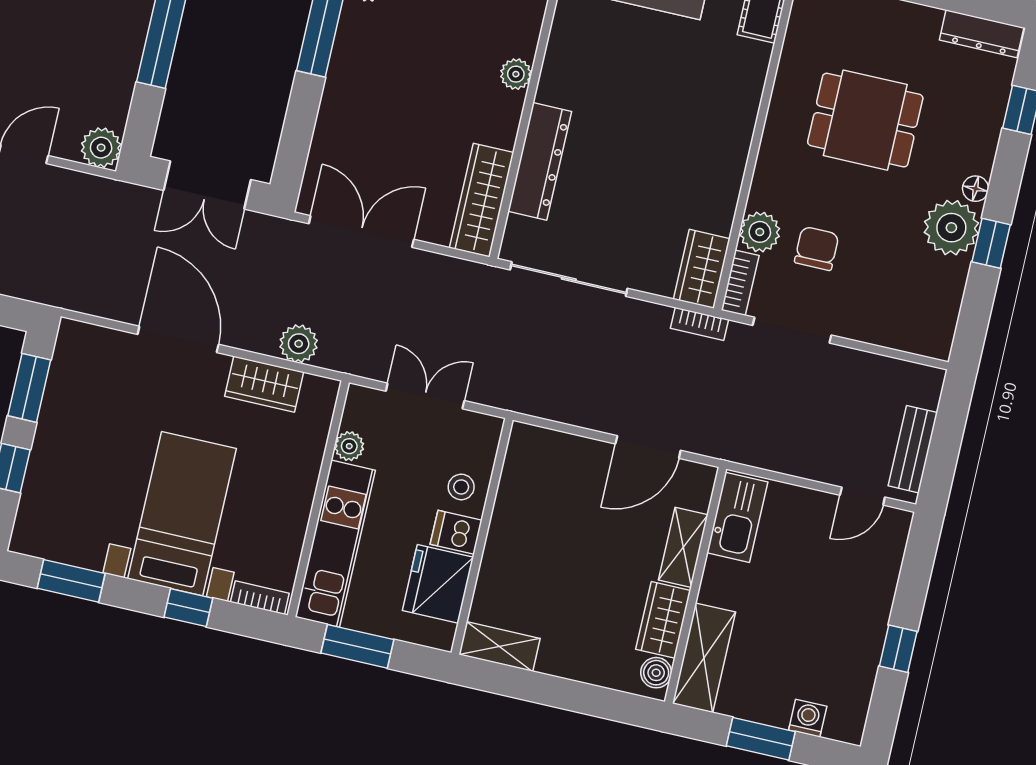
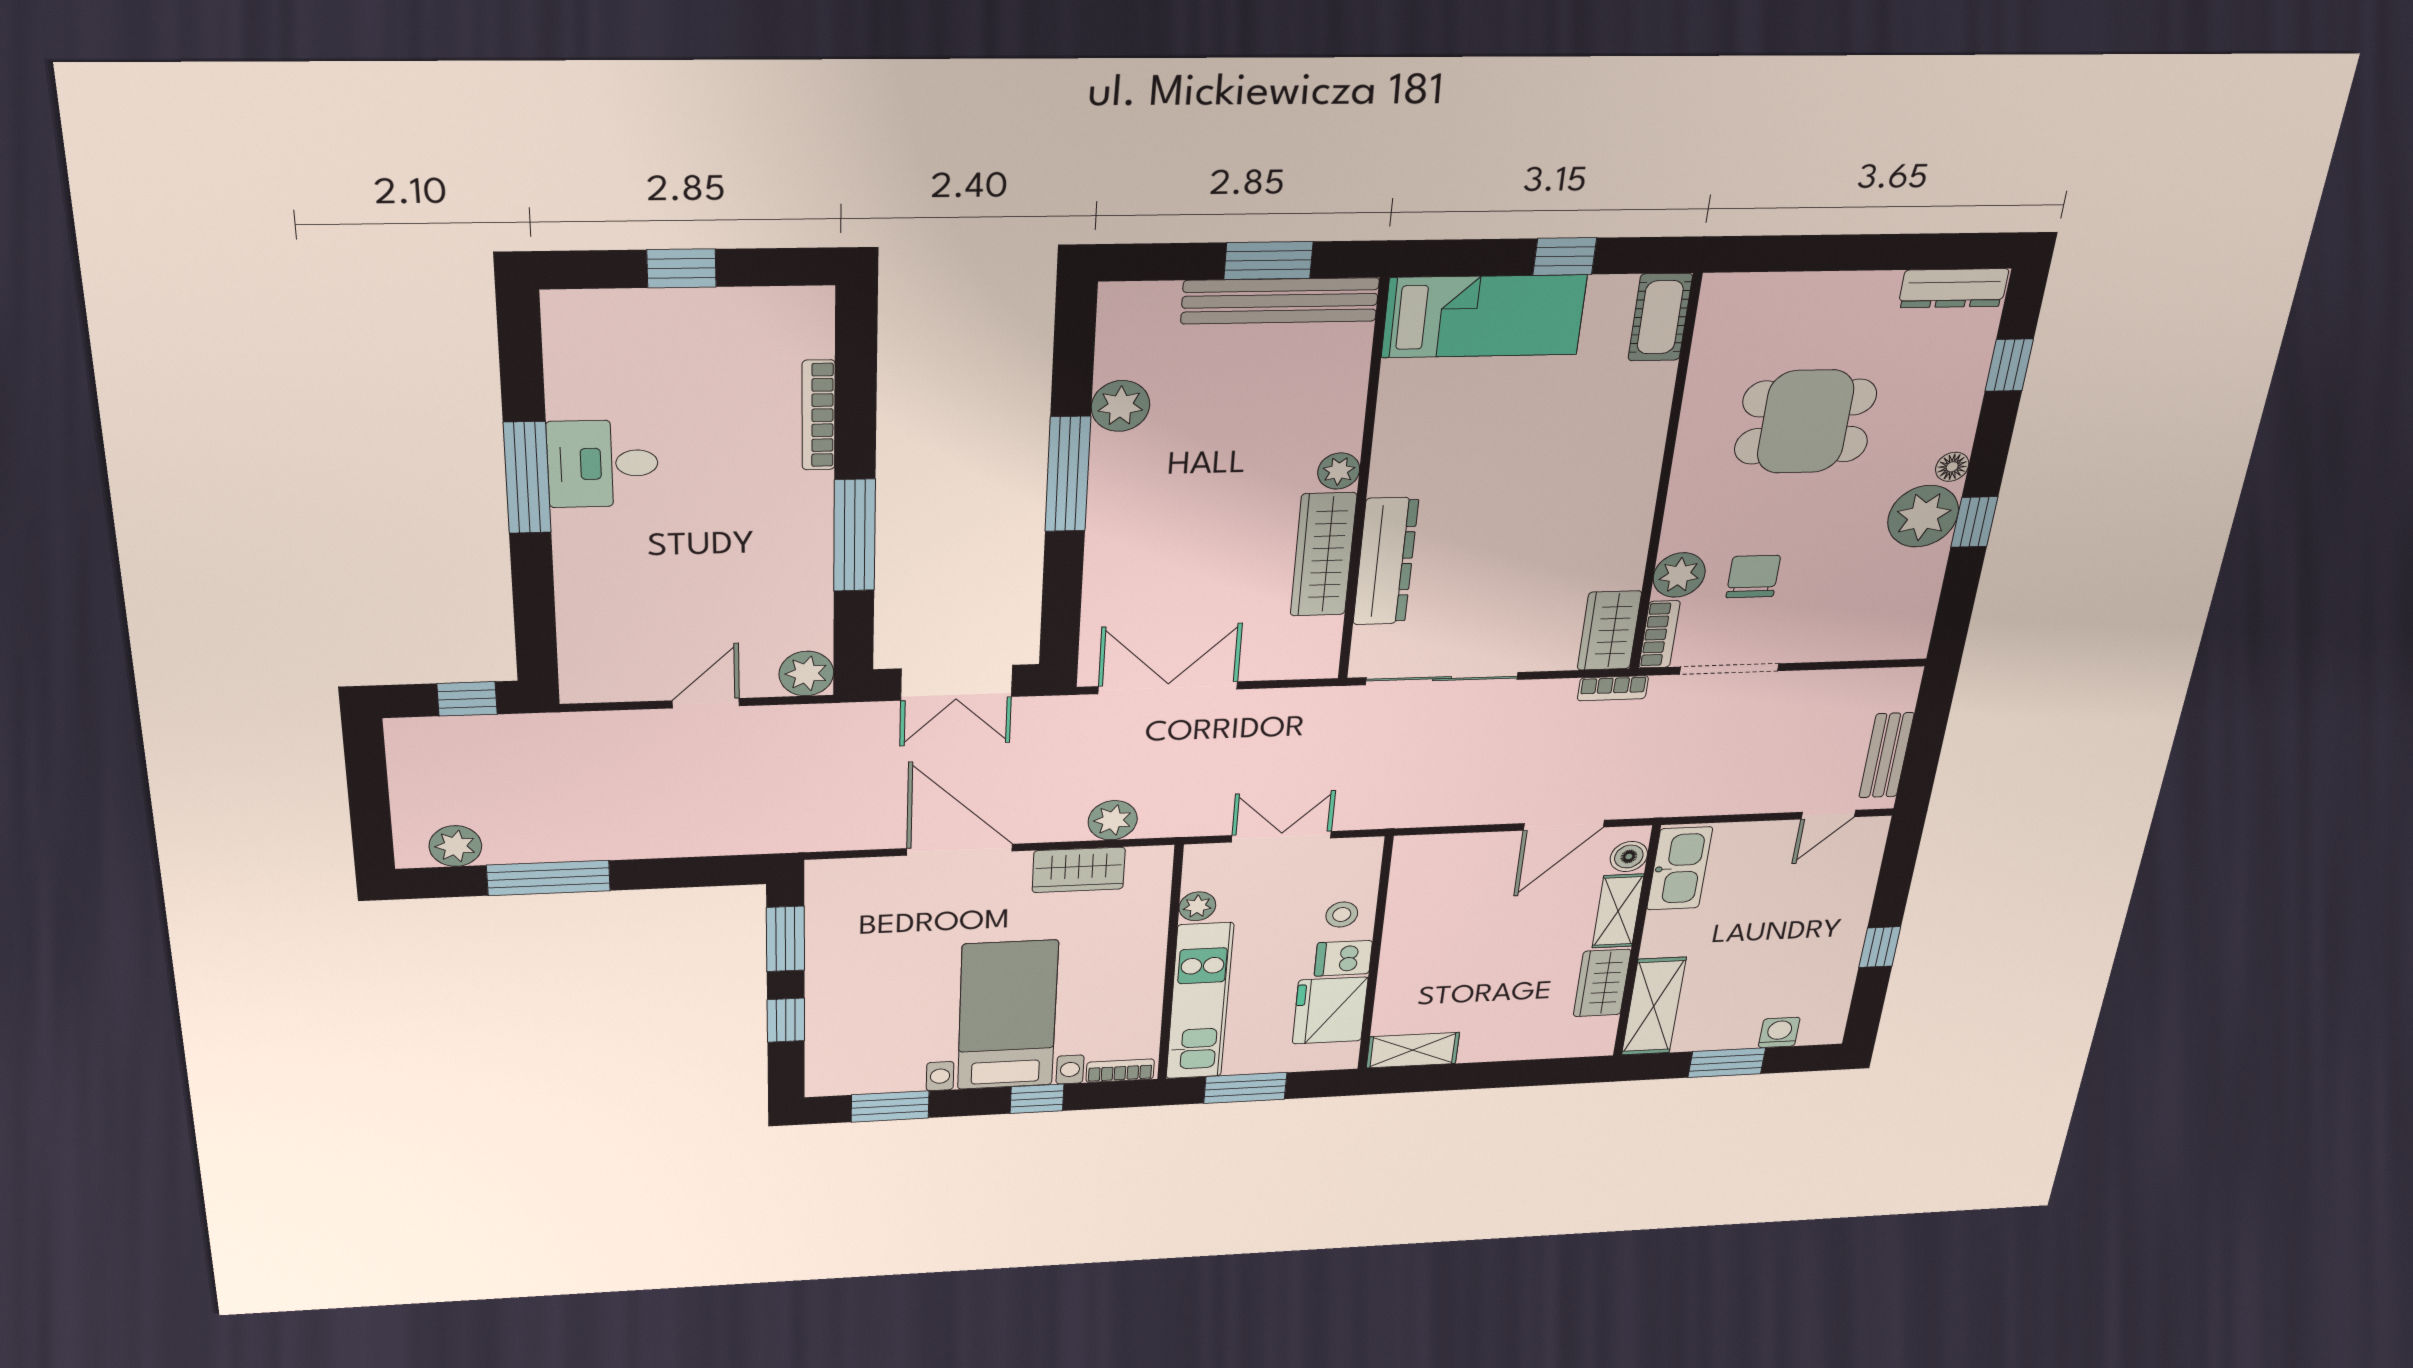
wardrobe: (482, 200) -> (1323, 555), moved
boiler: (656, 673) -> (1629, 857), moved

